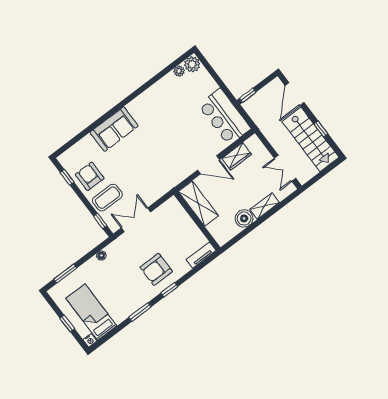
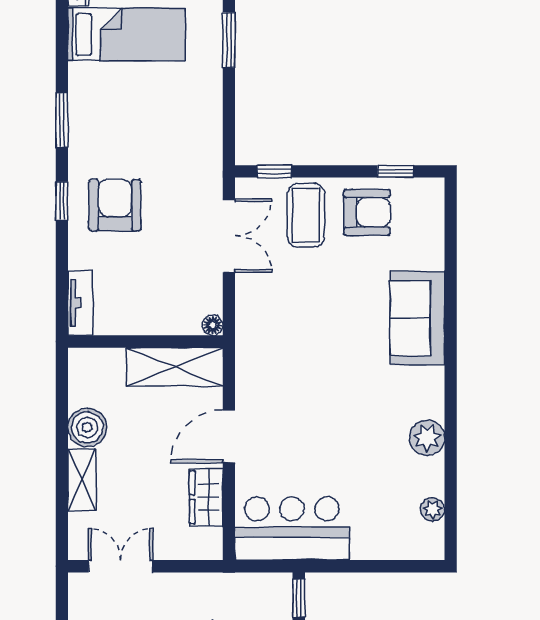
plant: (192, 64) -> (427, 438), moved
floor lamp: (101, 255) -> (213, 325), moved

